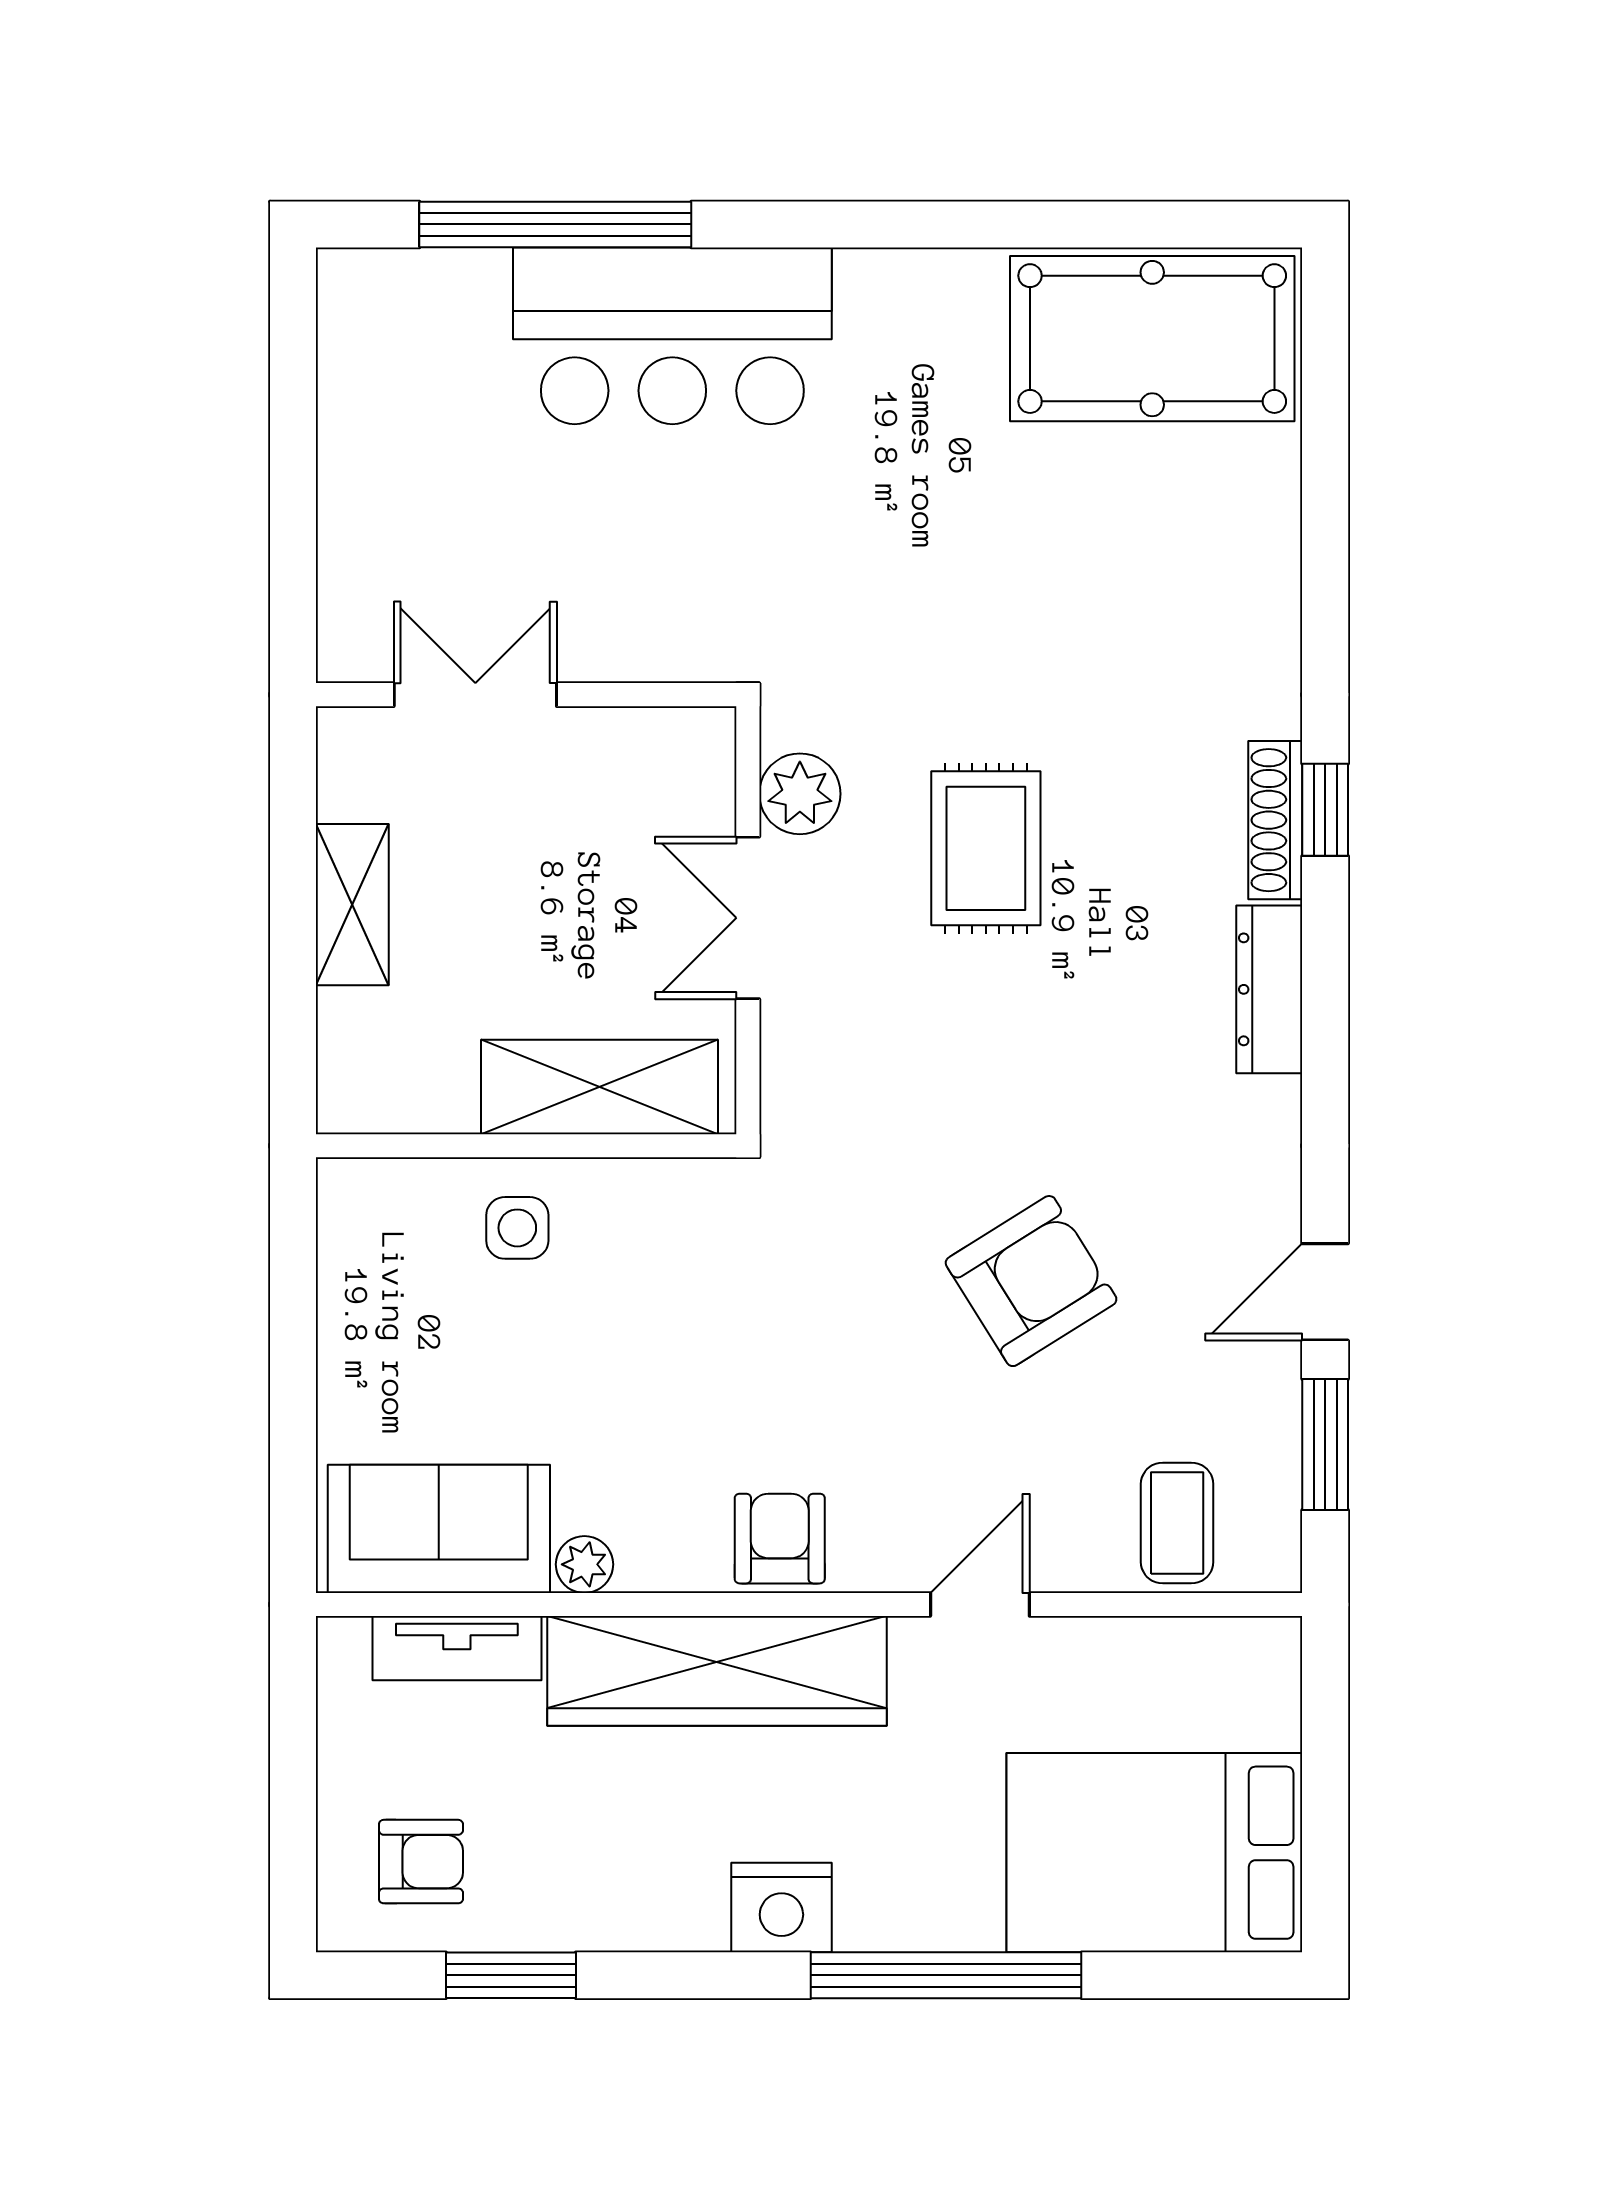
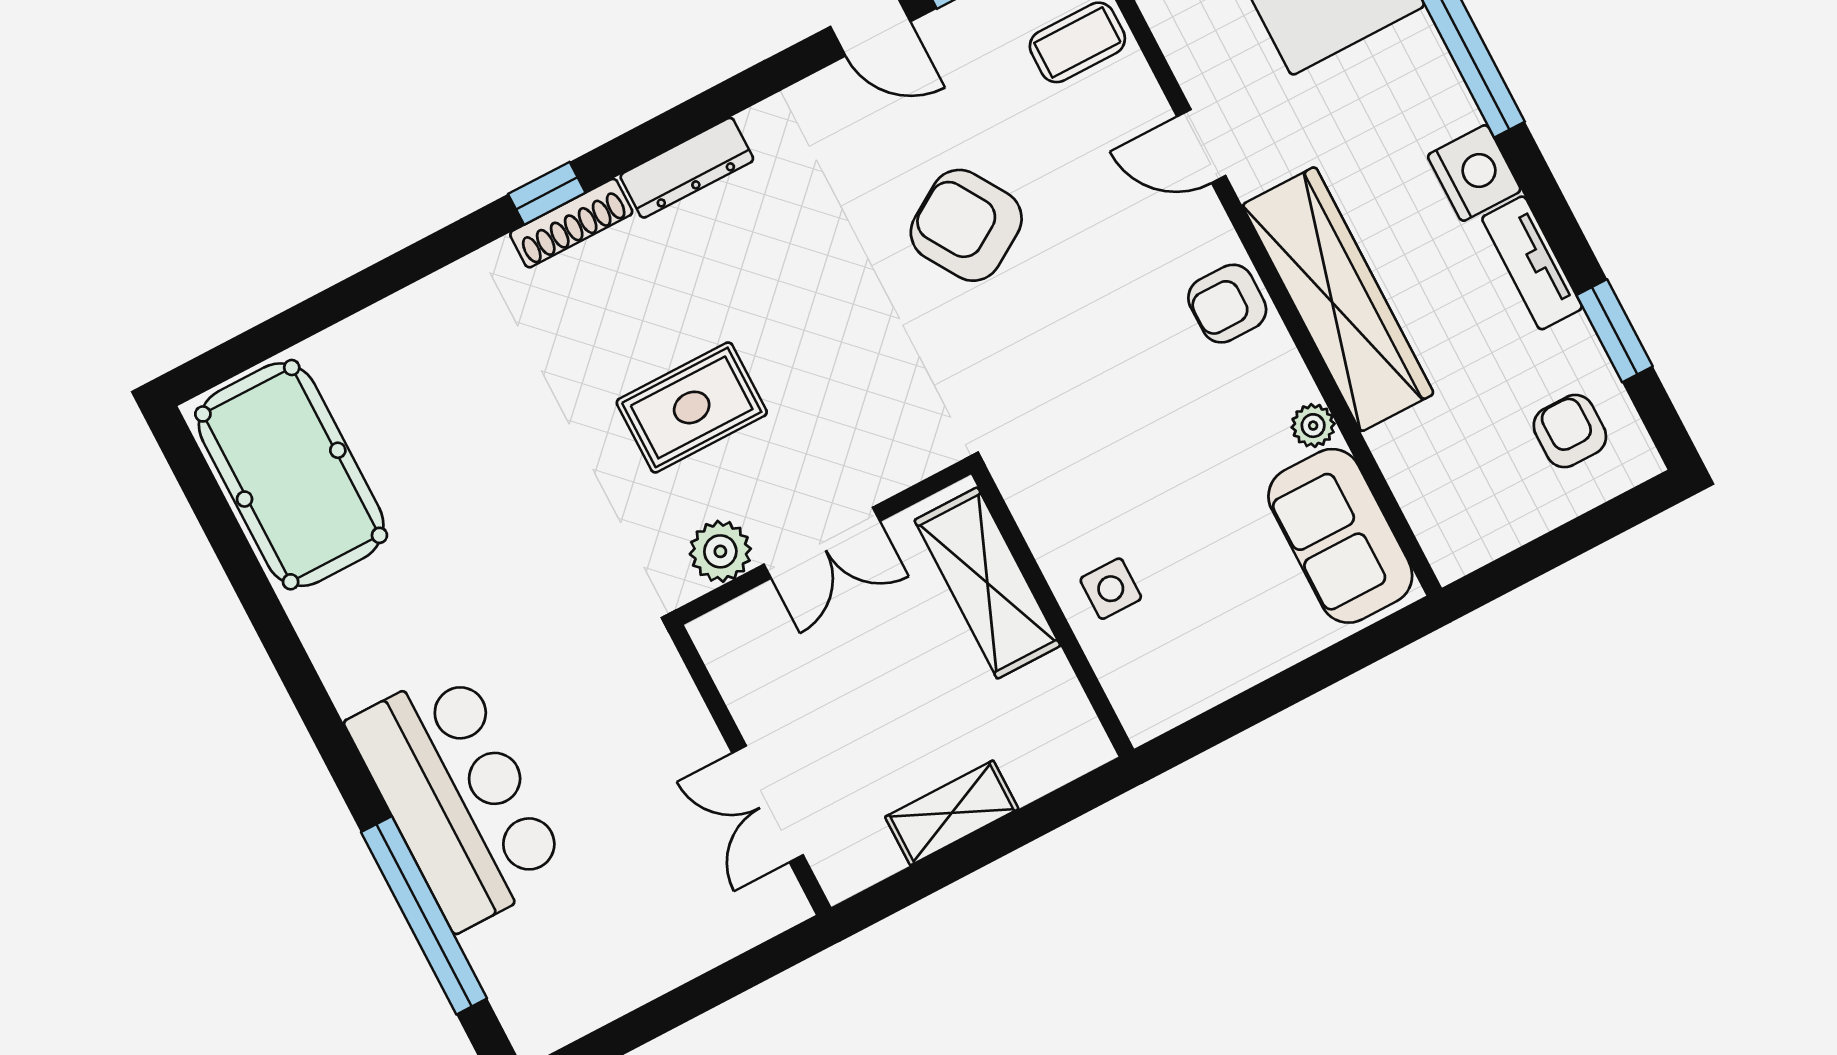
tv unit: (457, 1648) -> (1532, 263), moved, turned 180

